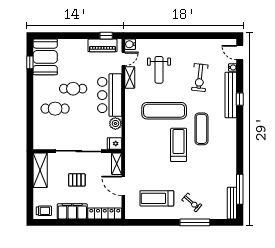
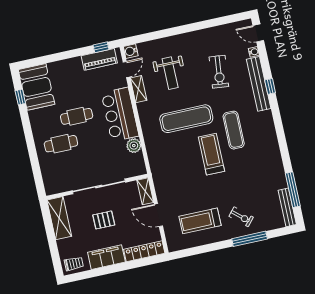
fridge: (115, 144) -> (138, 169), removed

